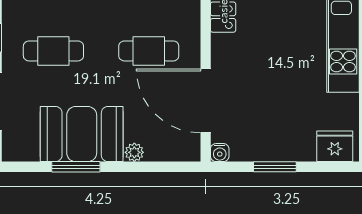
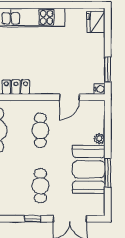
door: (206, 101) -> (69, 97), width x0.53
window: (275, 167) -> (108, 69), moved

